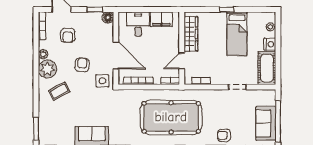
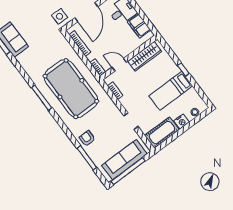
sofa: (266, 123) -> (124, 160), width x1.36

